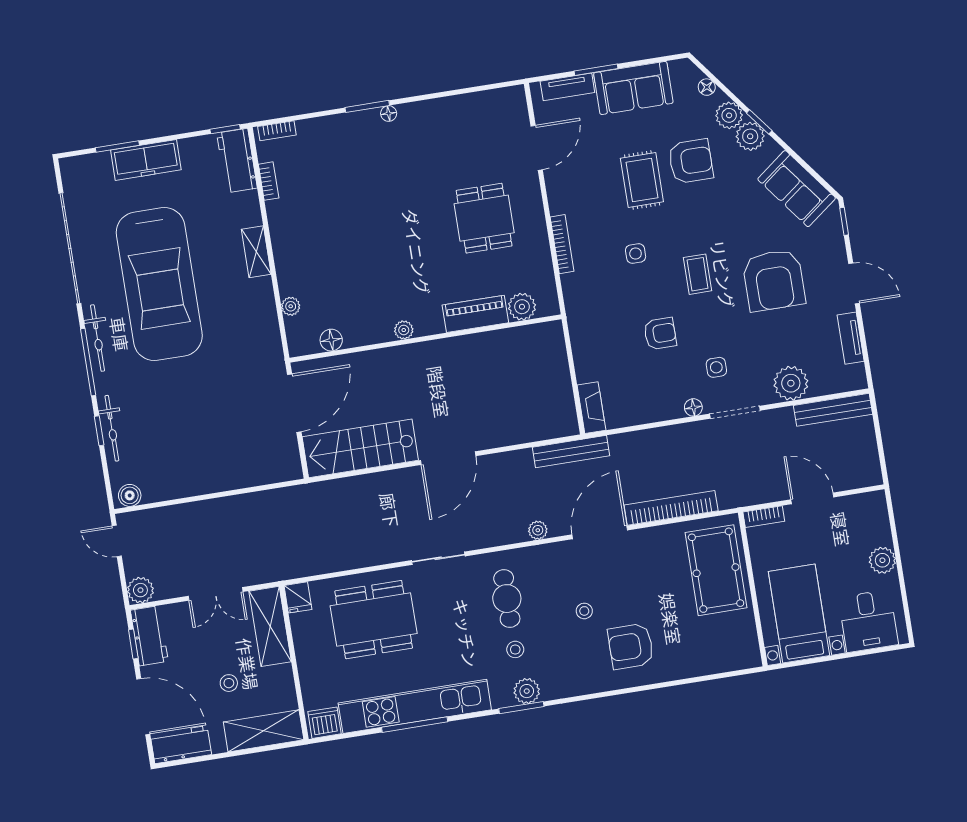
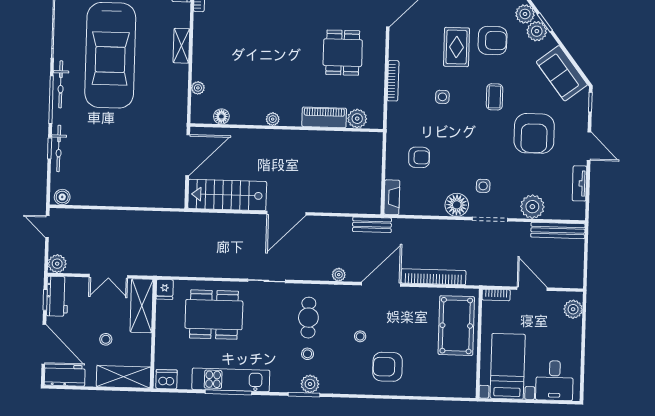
coffee table: (698, 274) -> (495, 97), moved
armchair: (660, 334) -> (419, 157), moved
floor lamp: (693, 407) -> (457, 205), width x1.89, depth x1.89
bench: (571, 452) -> (372, 225), width x0.73
plant: (882, 560) -> (573, 309), moved
kitchen unit: (415, 706) -> (231, 380), width x0.73

